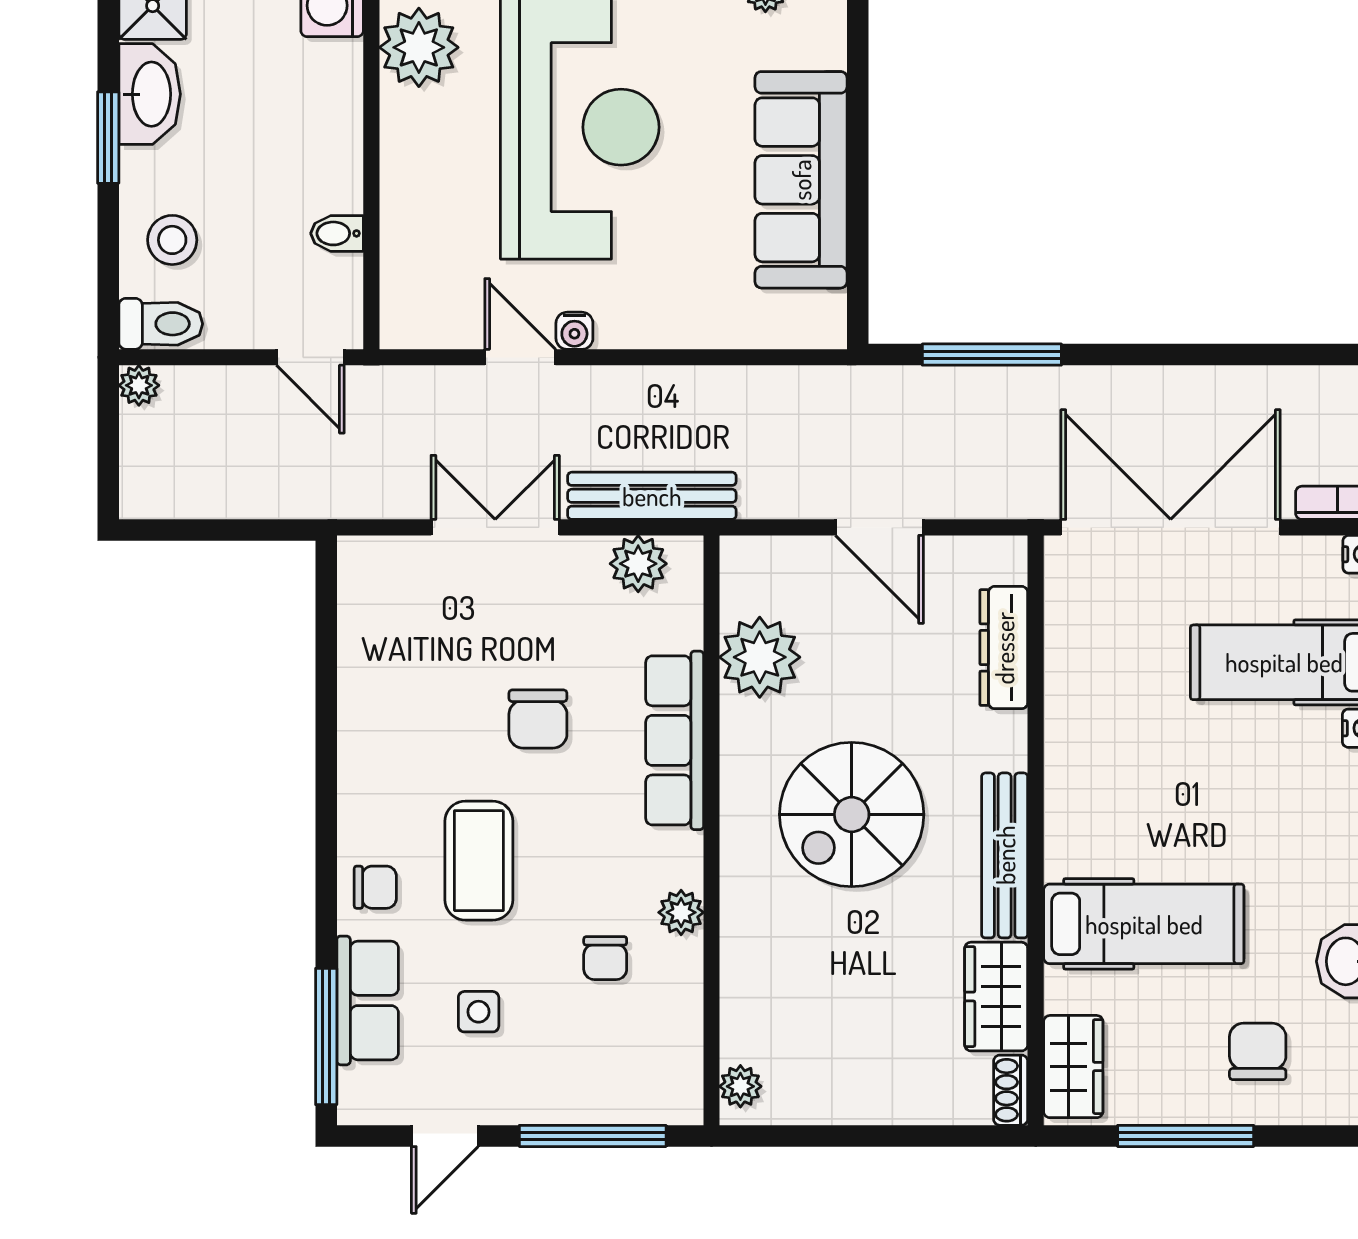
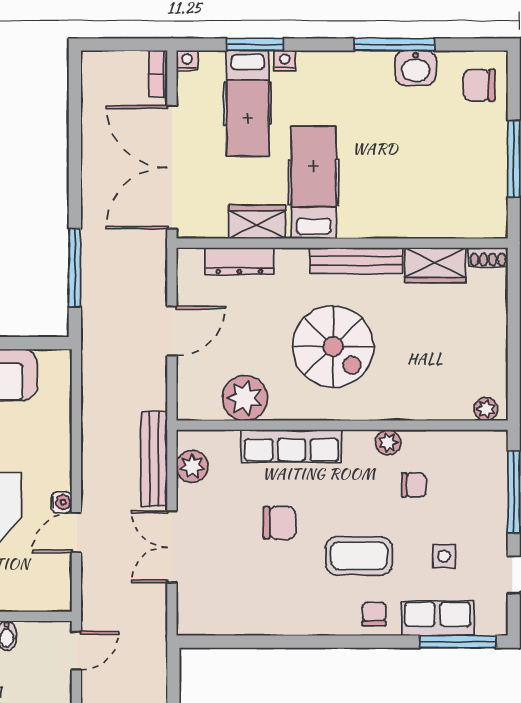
hospital bed: (1144, 924) -> (314, 182), moved
chair: (1258, 1051) -> (479, 85), moved
wardrobe: (1073, 1067) -> (257, 222), moved

